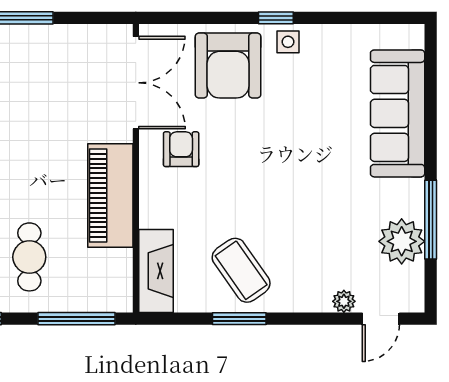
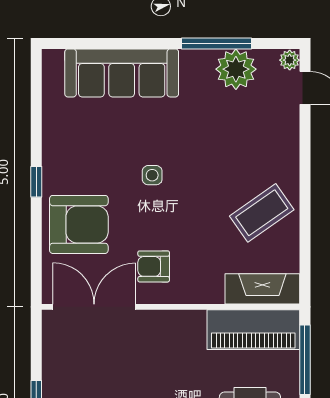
side table: (288, 42) -> (152, 175), moved
piano: (110, 195) -> (253, 330), moved
plant: (344, 301) -> (290, 60), moved
window: (239, 319) -> (305, 214), removed

